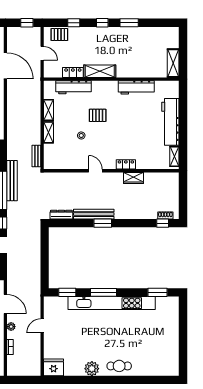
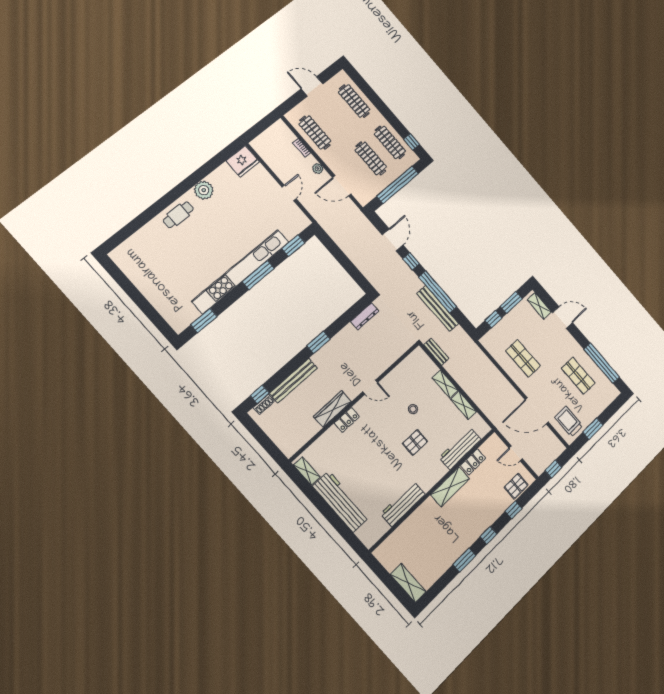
shelving: (173, 63) -> (408, 583), moved
wardrobe: (134, 178) -> (333, 409), width x1.50
bench: (94, 214) -> (293, 381), moved

